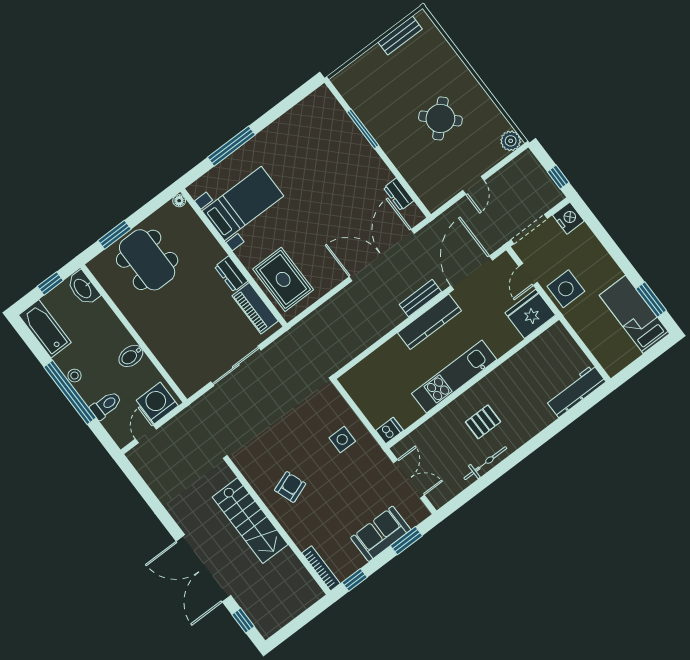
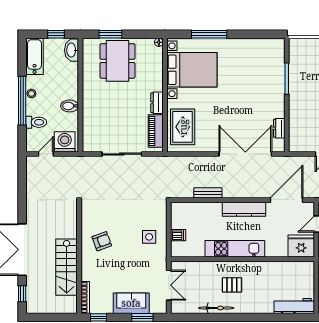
bed with nightstands: (243, 203) -> (192, 70), width x1.36
bench: (420, 298) -> (208, 193), moved
dishwasher: (390, 431) -> (178, 235), moved
stairs: (250, 521) -> (67, 267), moved

